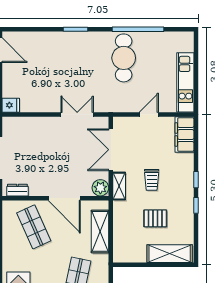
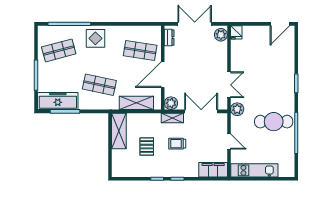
plant: (108, 104) -> (237, 109), added
plant: (14, 125) -> (221, 35), added
shop shelf: (34, 227) -> (140, 50), turned 33
shelving: (170, 254) -> (119, 131), moved

